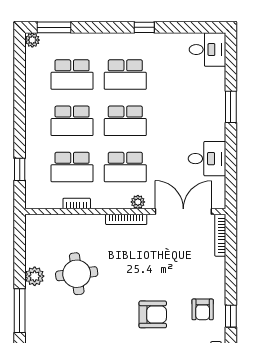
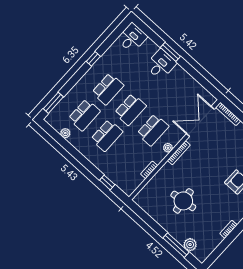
plant: (32, 40) -> (65, 133), moved
desk: (207, 159) -> (161, 64), moved
school desk: (72, 167) -> (129, 156), removed
plant: (138, 202) -> (168, 148), moved
plant: (35, 276) -> (190, 245), moved

